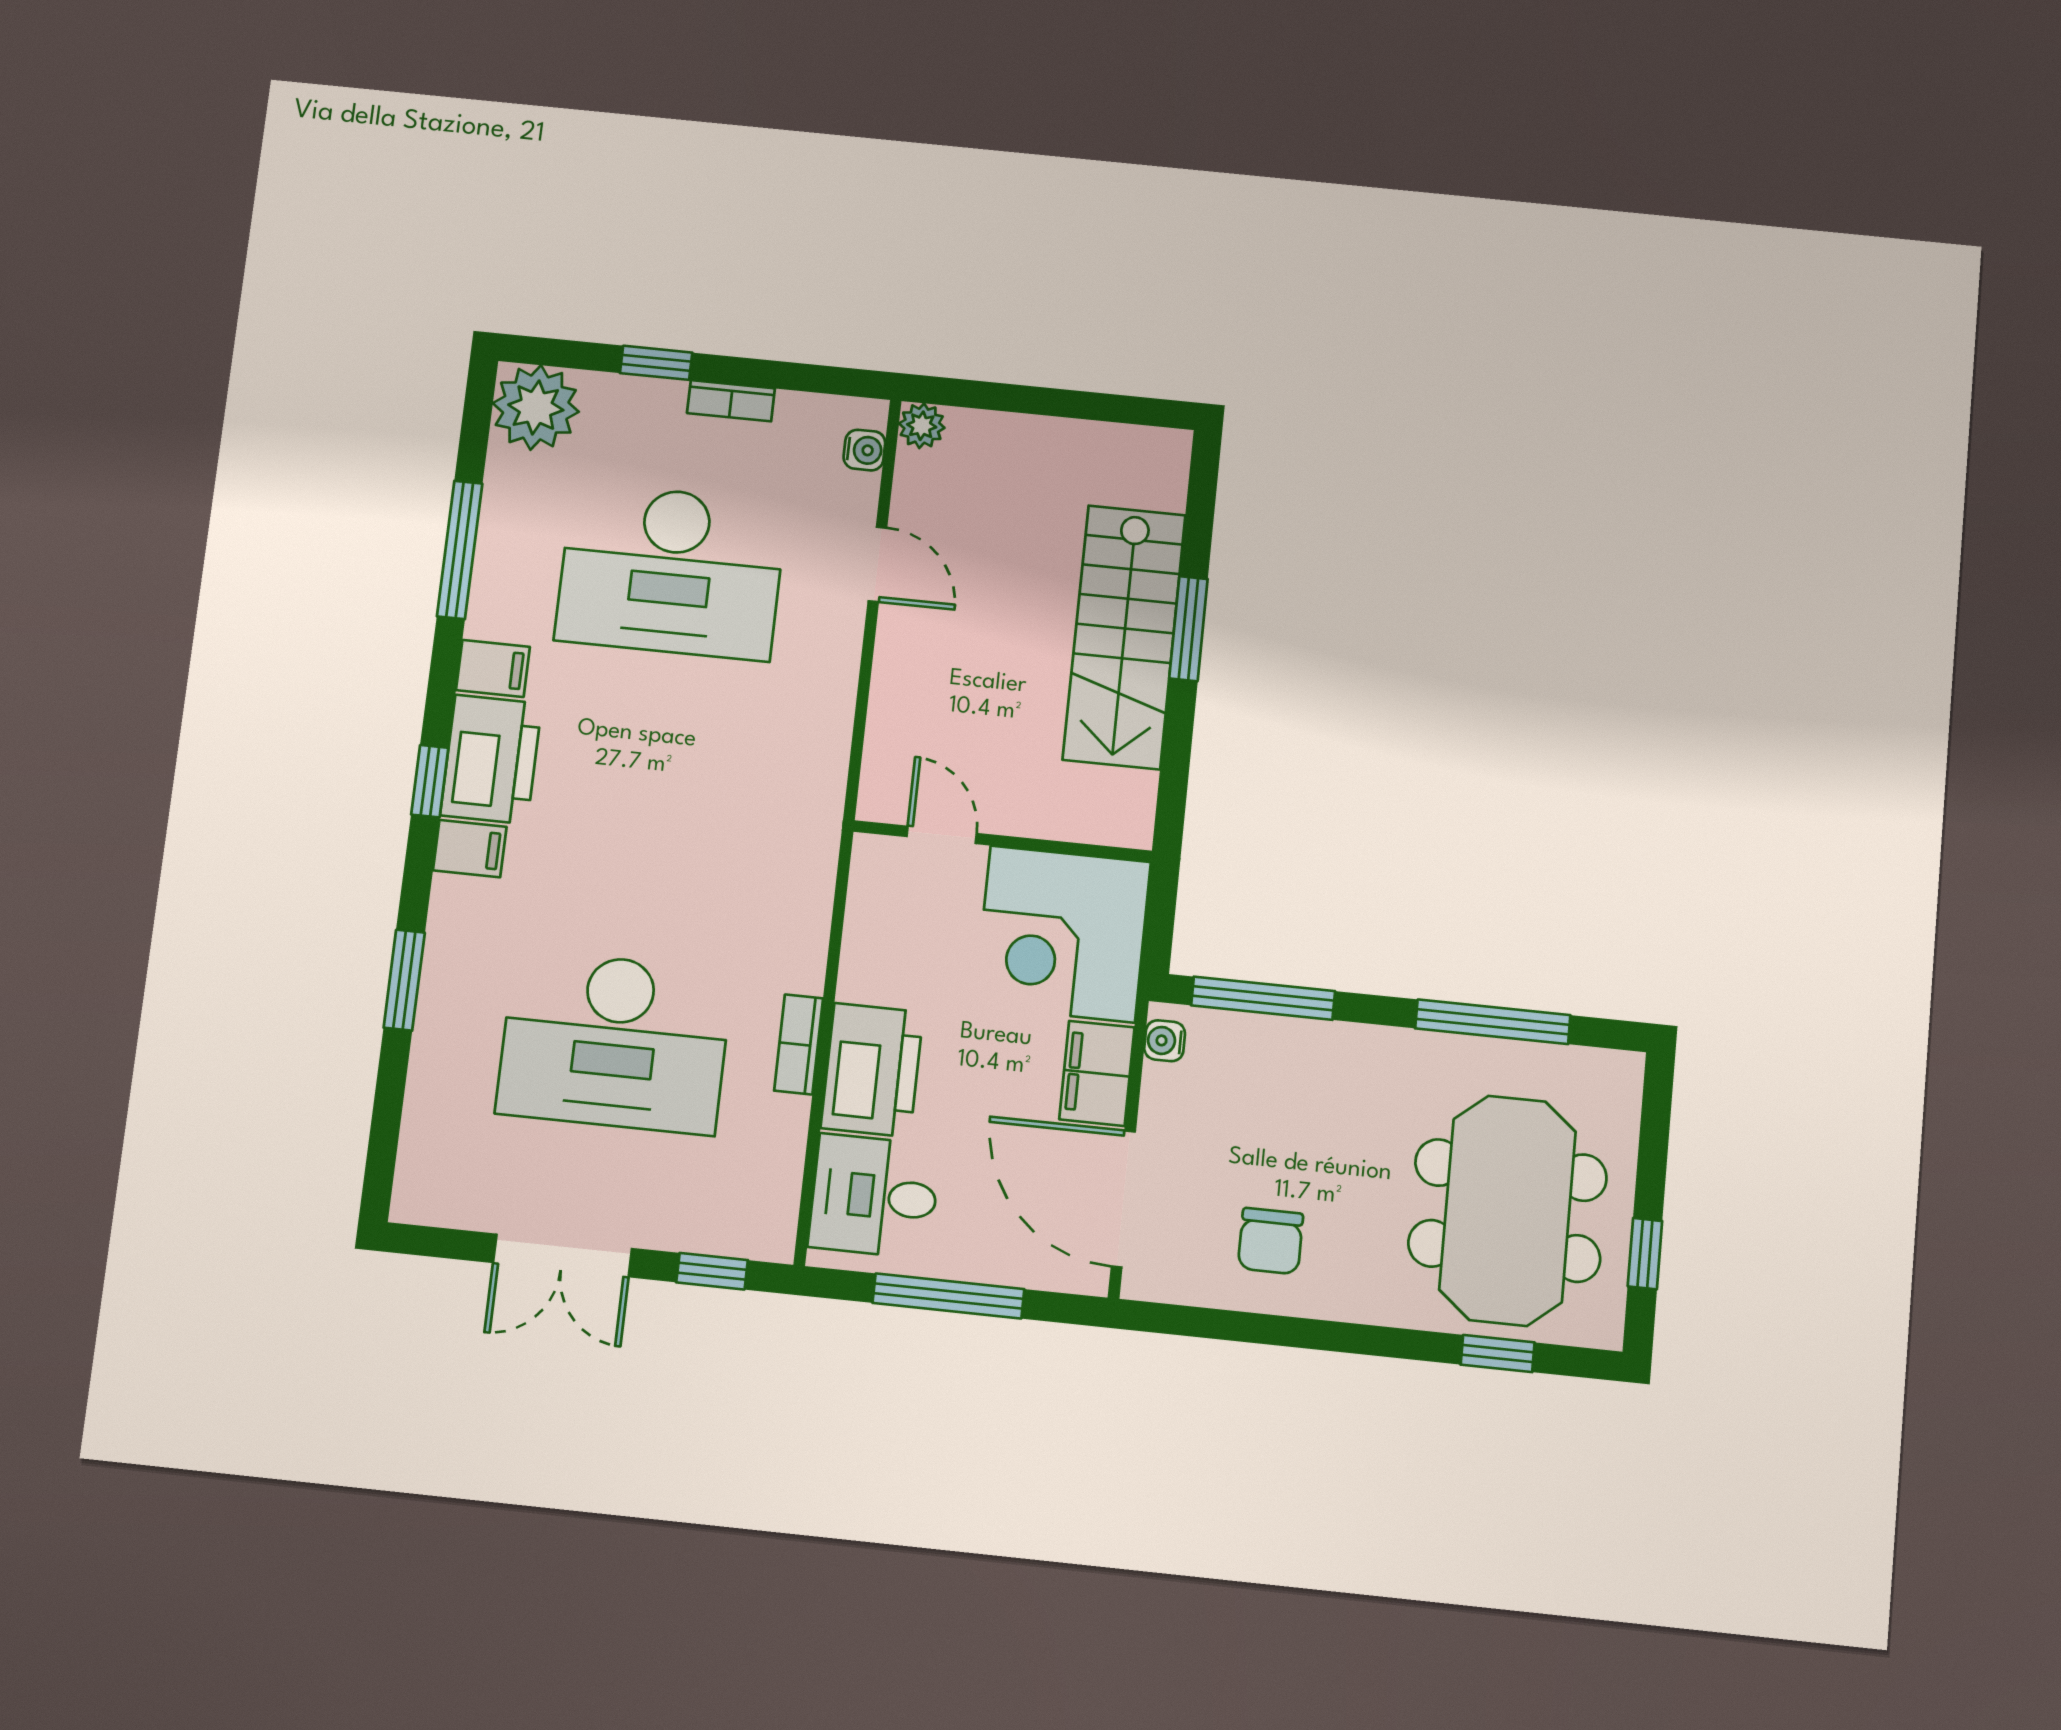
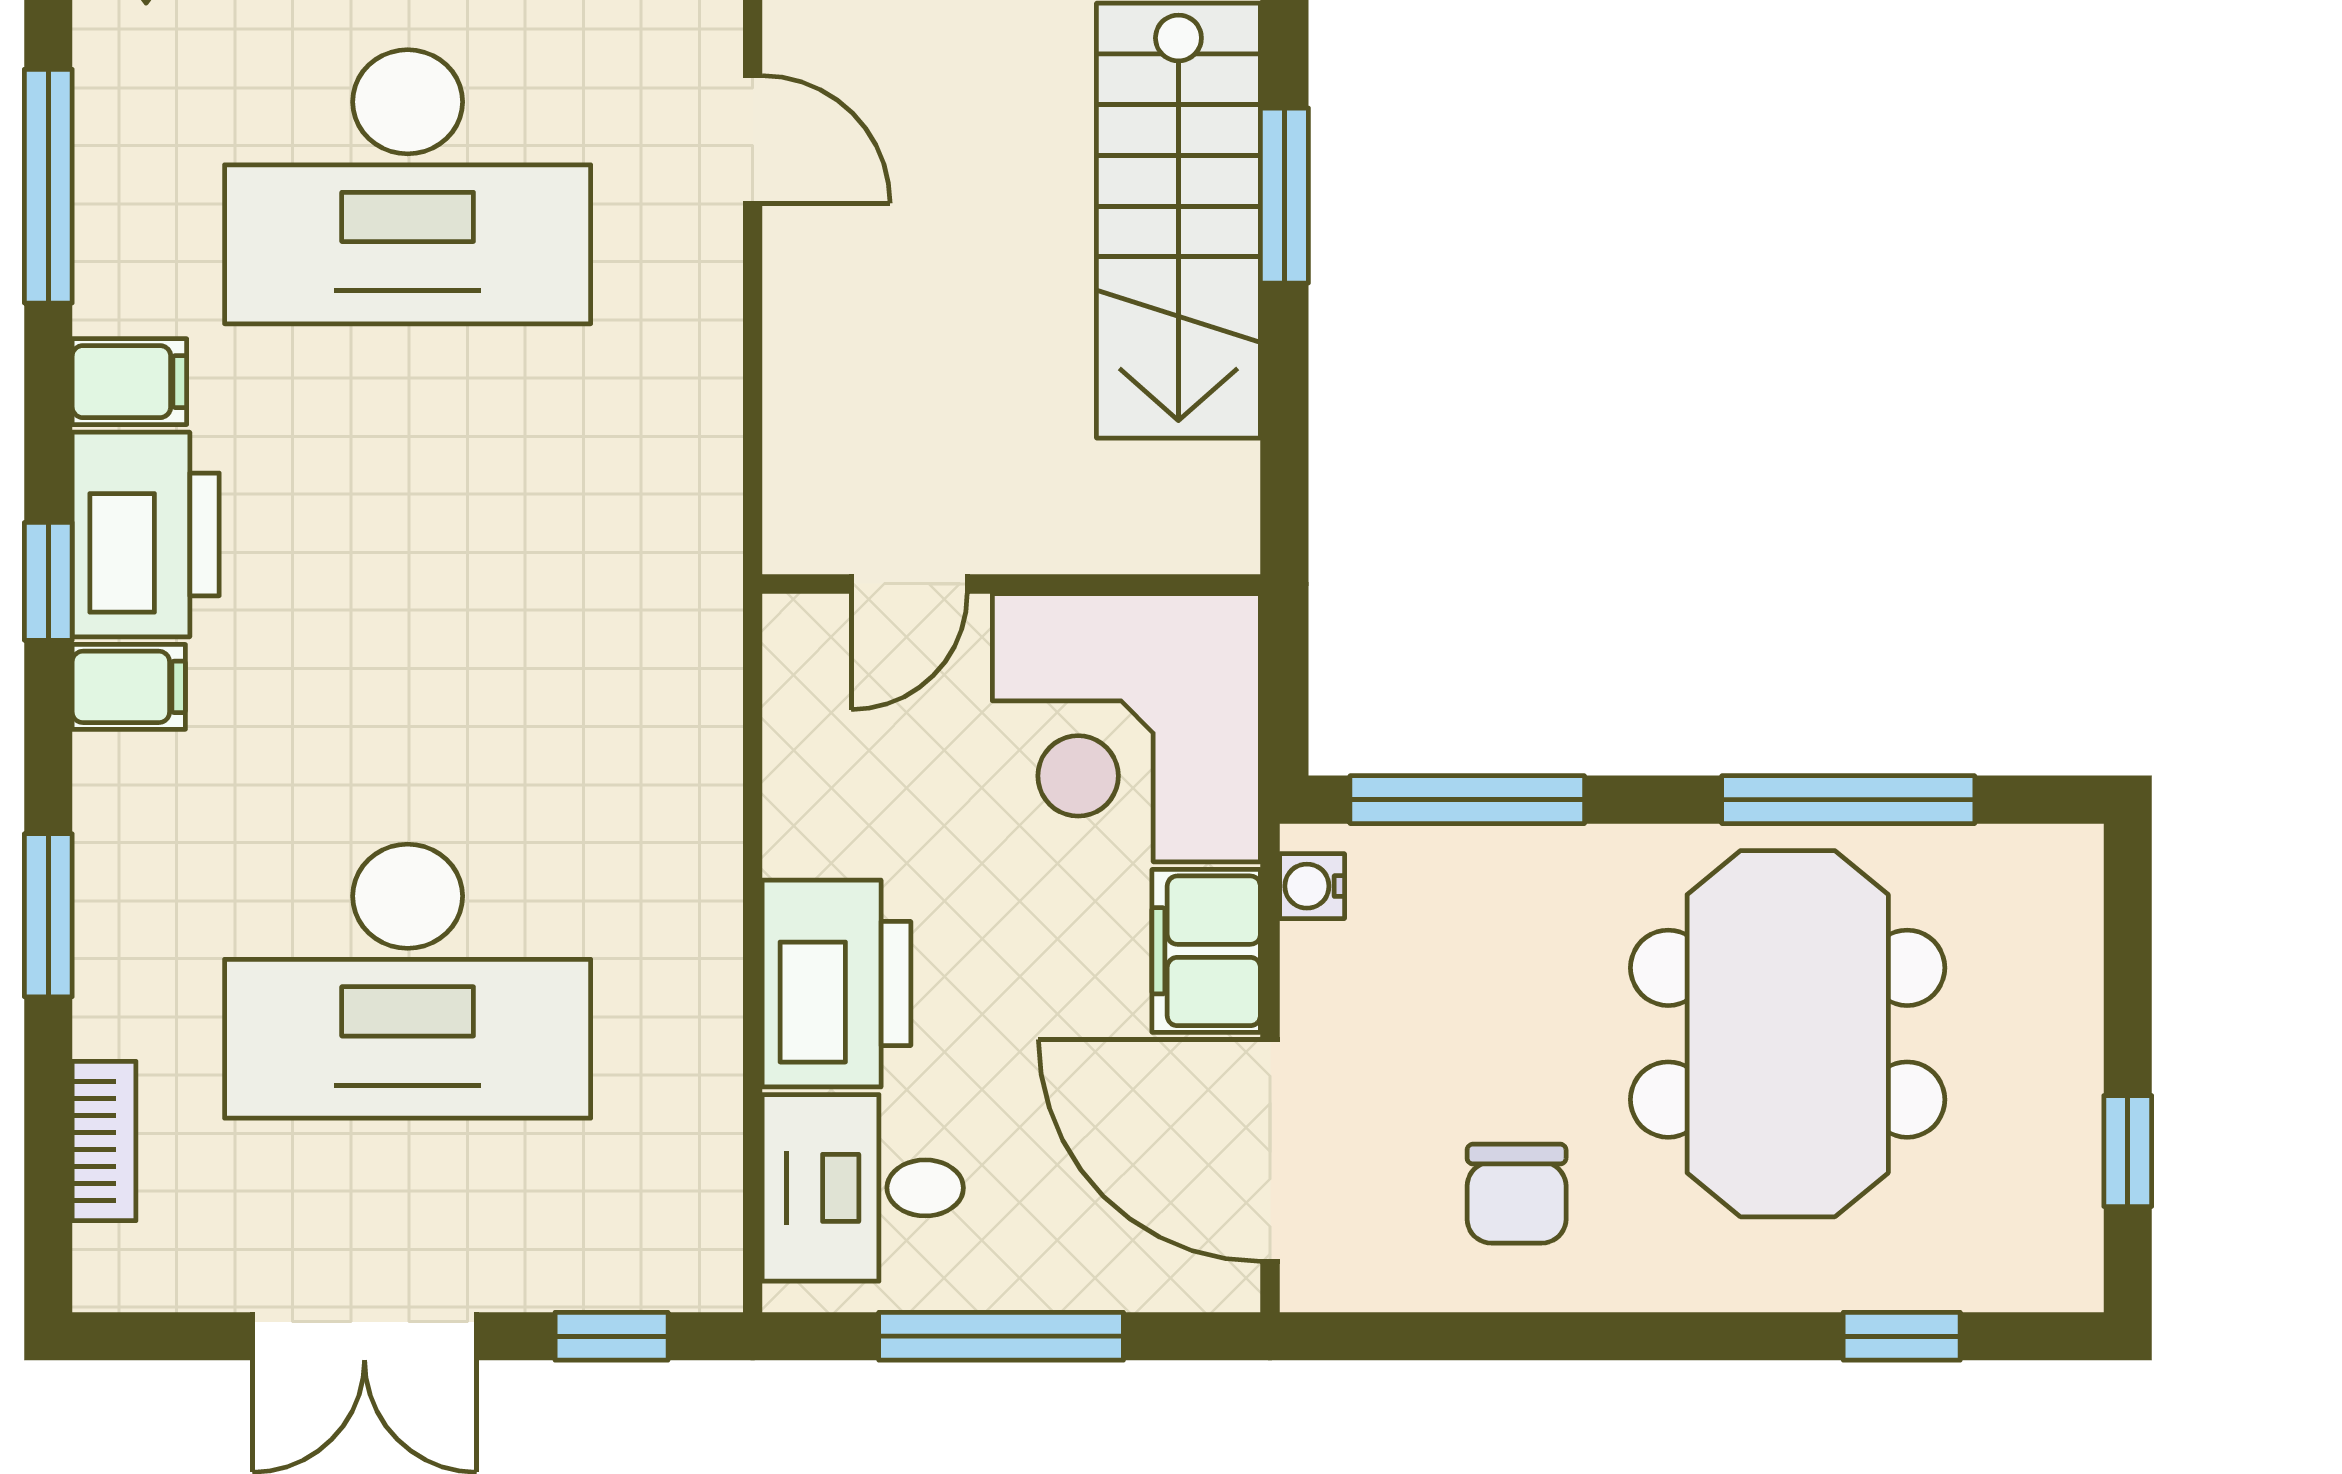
door: (942, 835) -> (909, 584), swing flipped
bookcase: (799, 1044) -> (104, 1141), moved, turned 180
meeting table: (1508, 1210) -> (1788, 1034), moved

